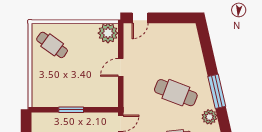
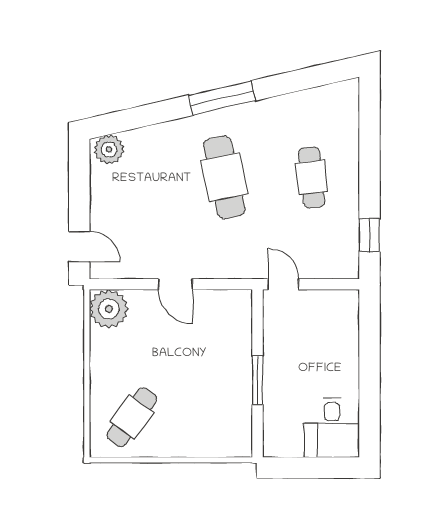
cafe table: (176, 93) -> (224, 177), turned -33
plant: (209, 117) -> (109, 149), moved

